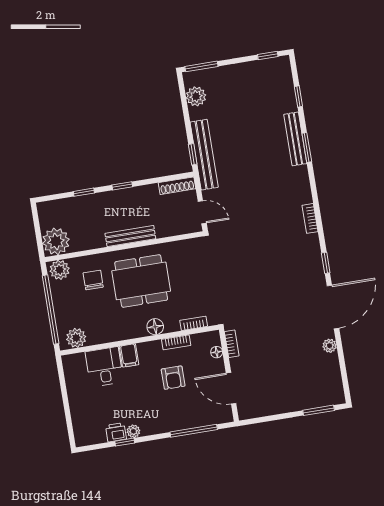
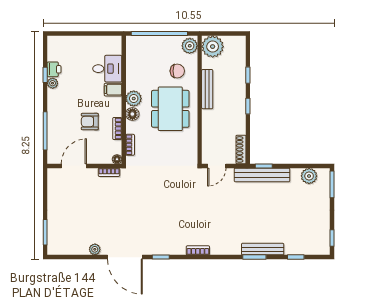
bench: (130, 236) -> (207, 89), moved
plant: (76, 338) -> (134, 99), moved
floor lamp: (217, 352) -> (117, 159), moved

